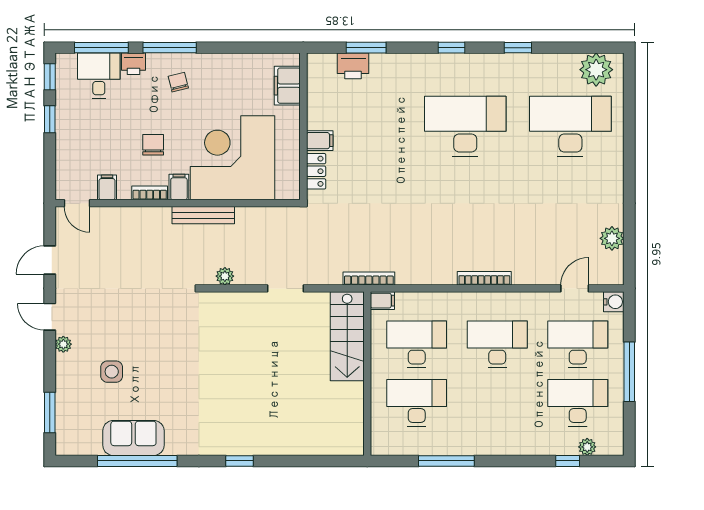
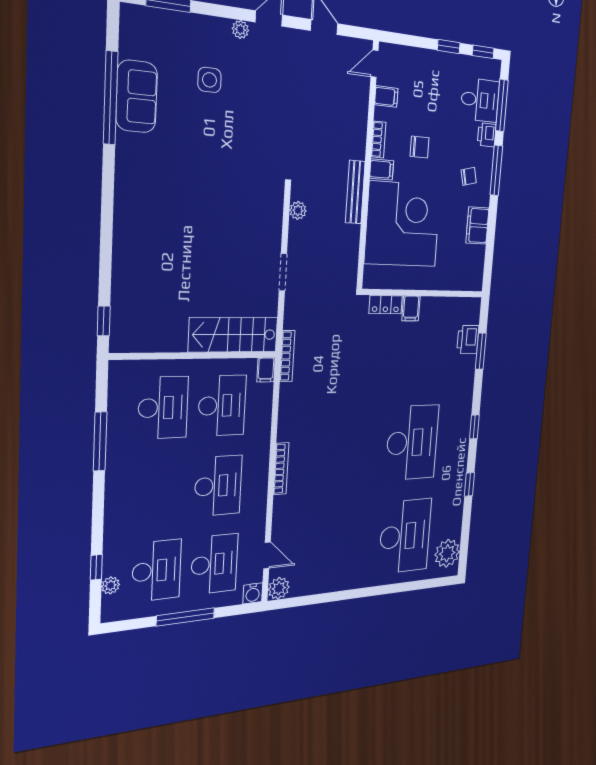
filing cabinet: (287, 86) -> (477, 225), moved, turned -90
plant: (612, 238) -> (279, 588), moved
window: (240, 461) -> (104, 321), moved

